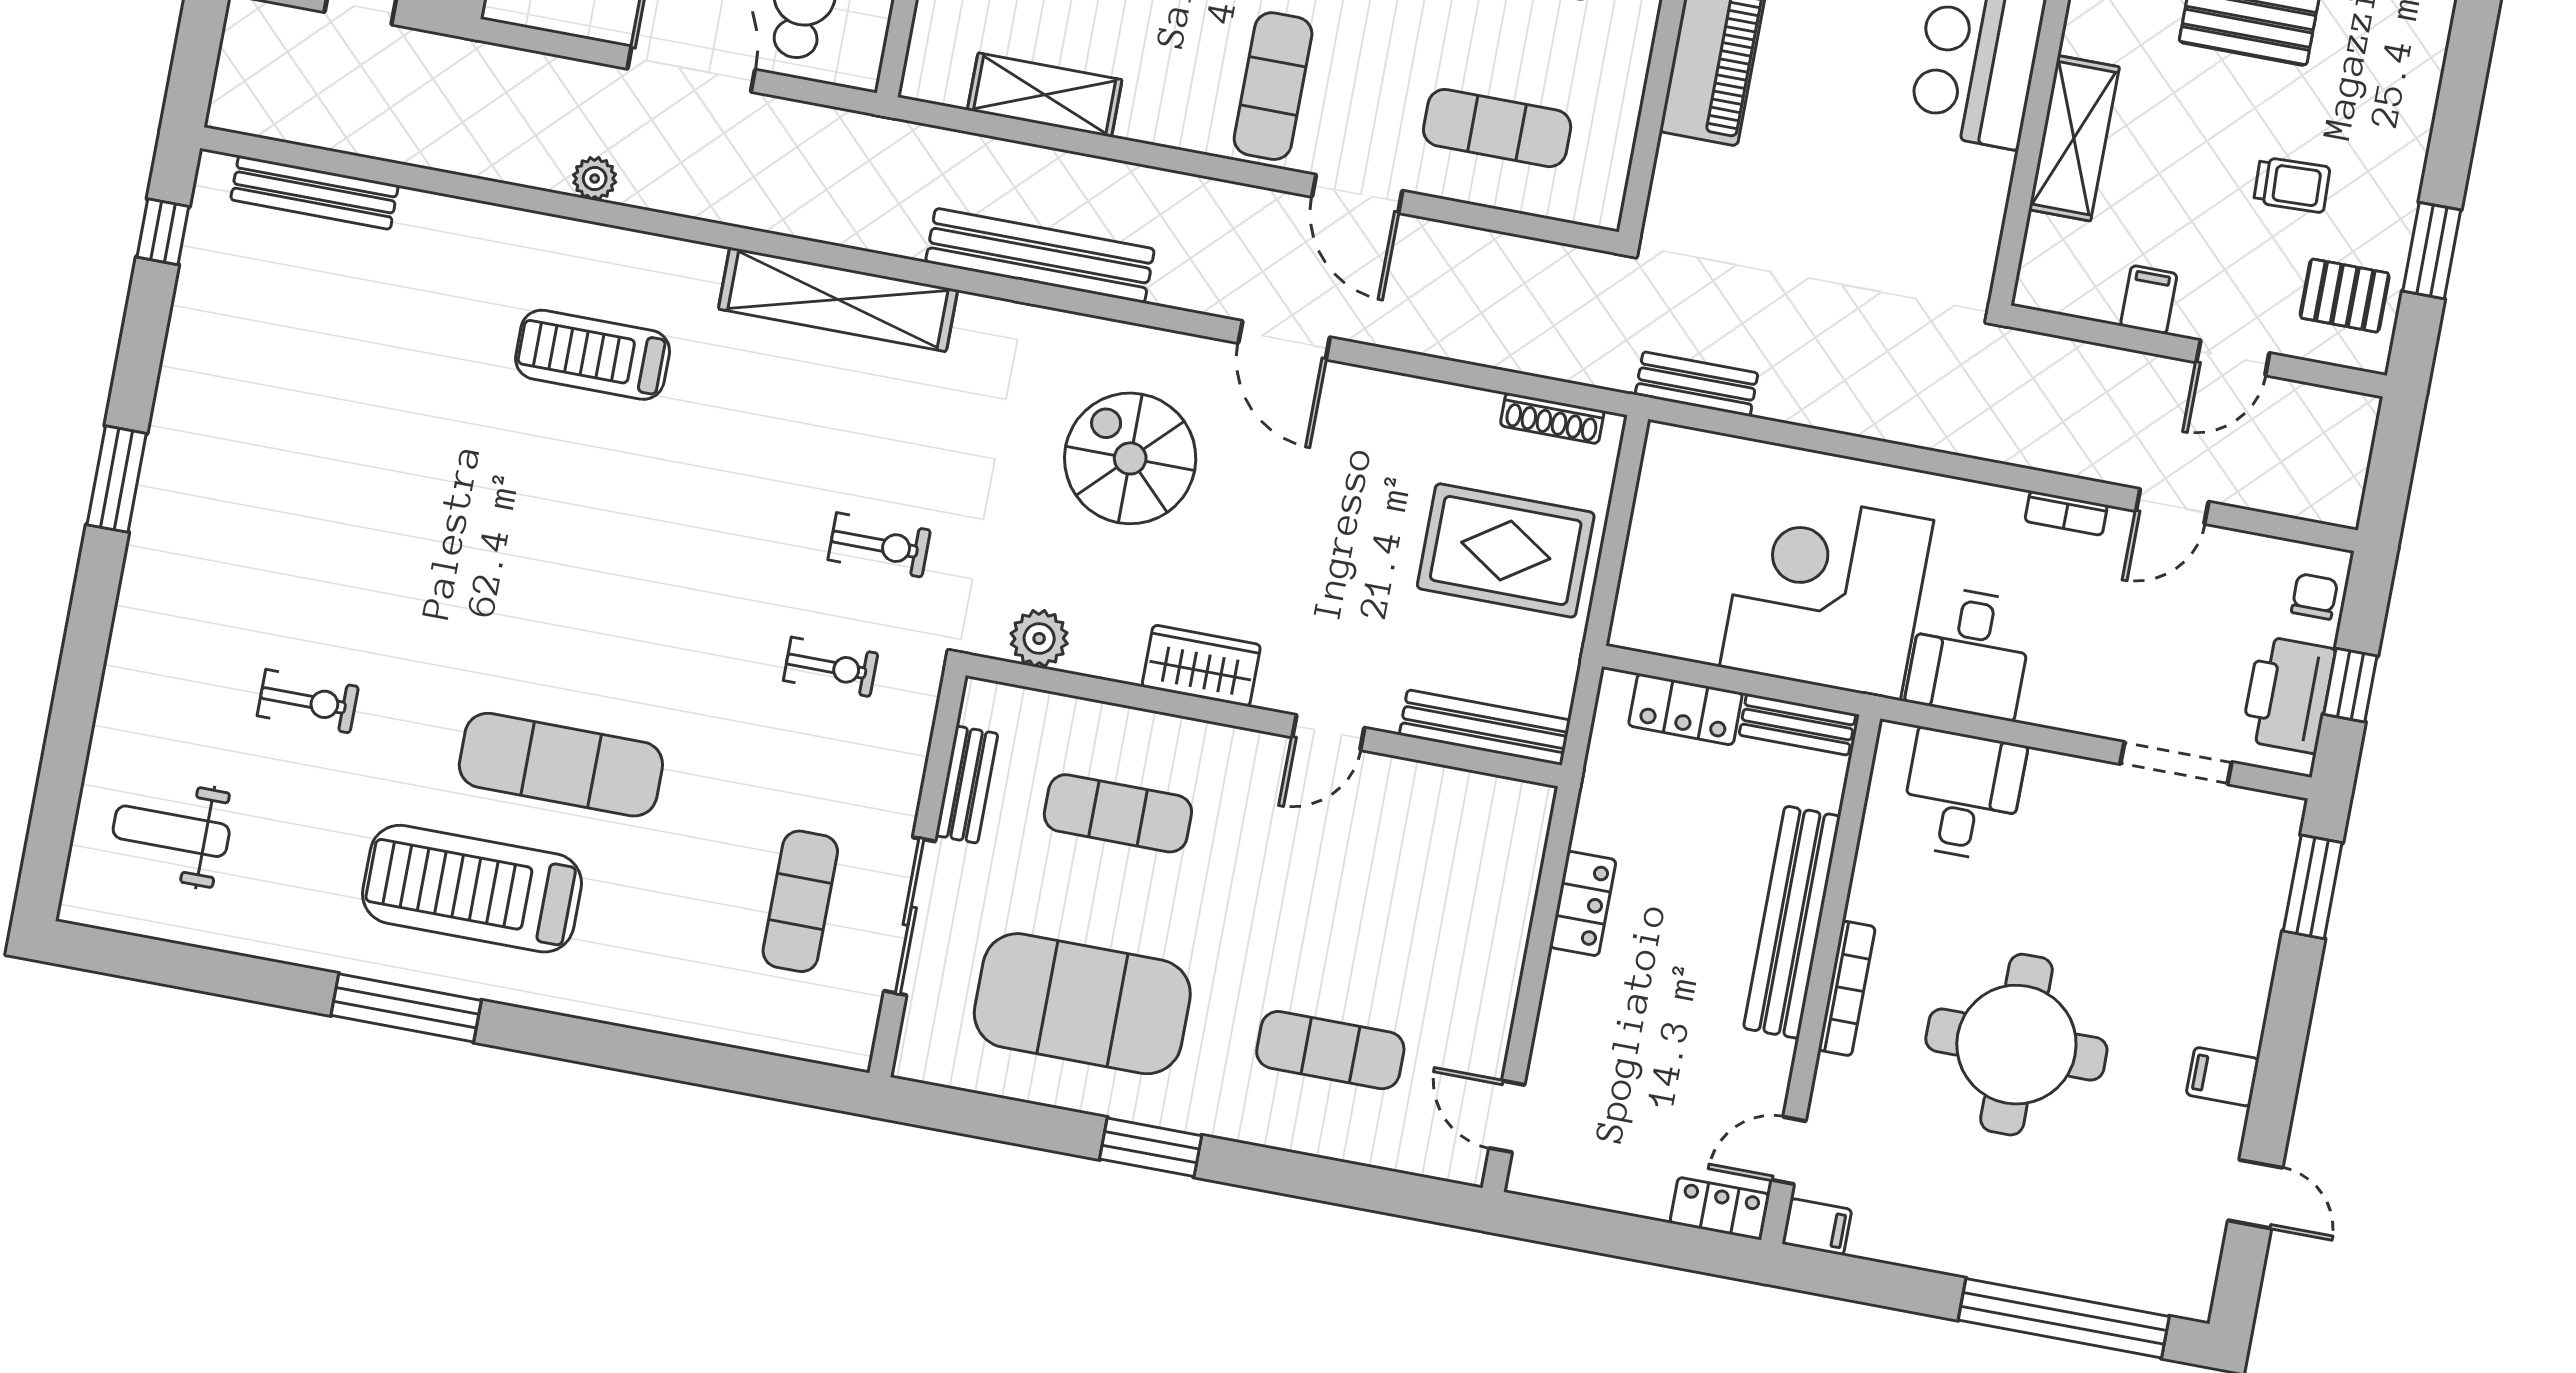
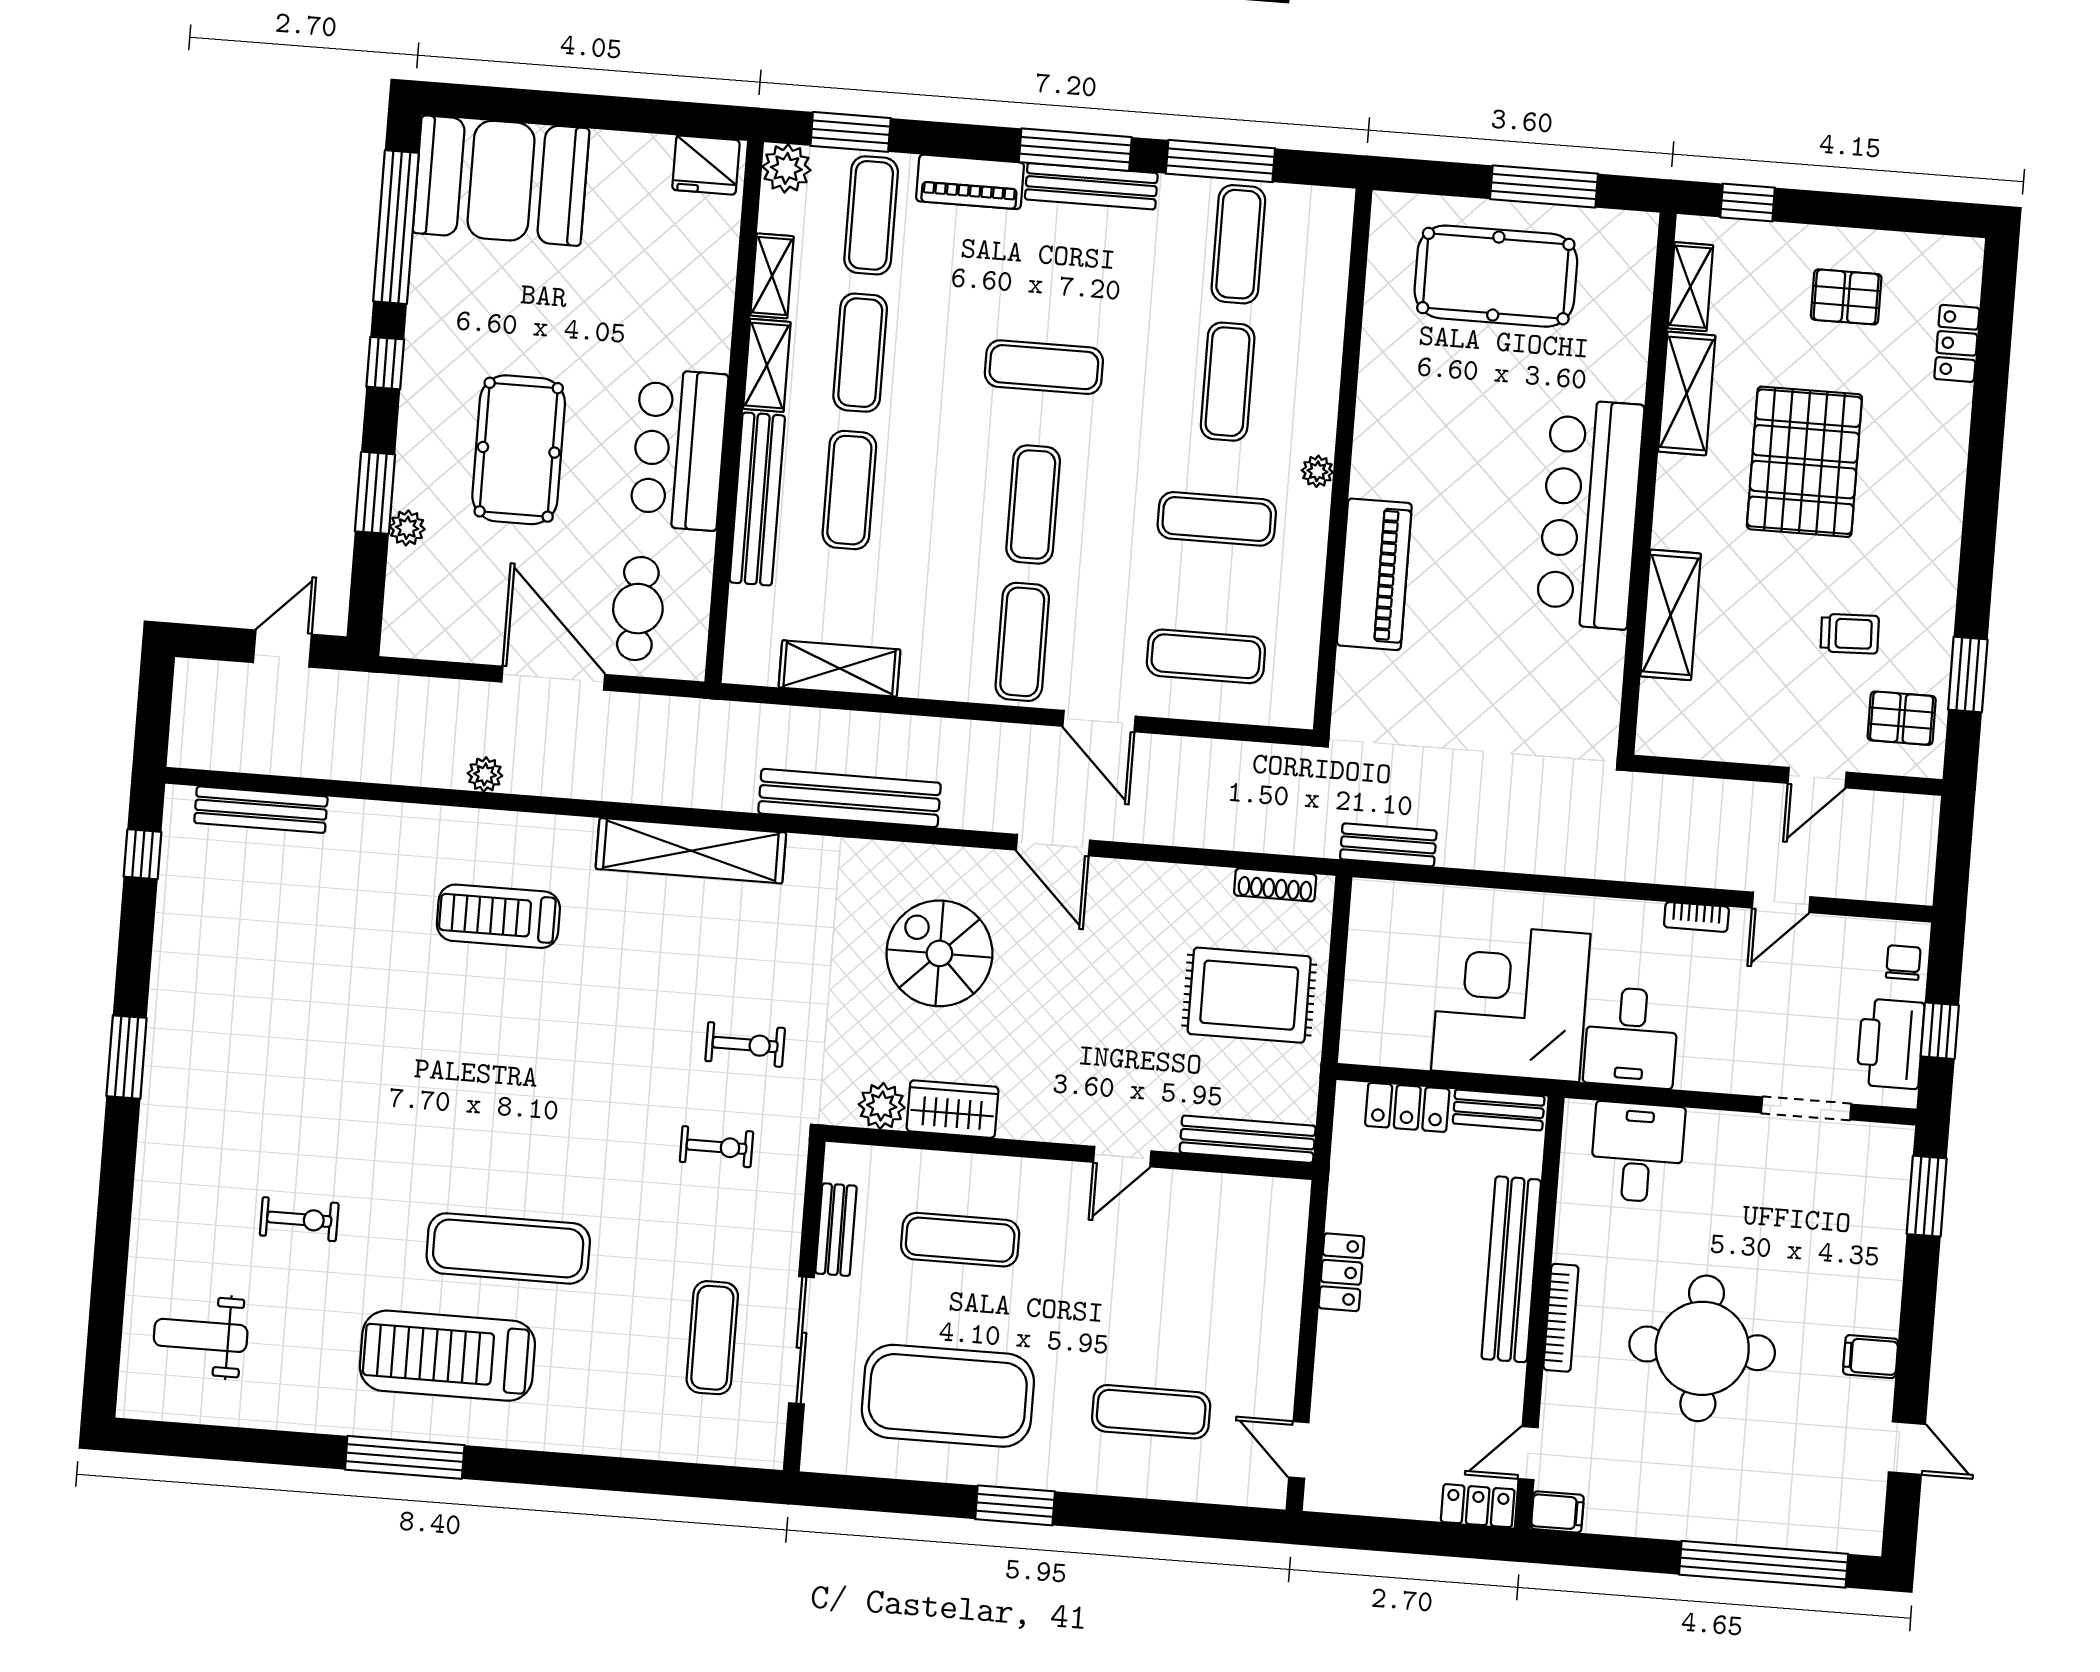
filing cabinet: (2149, 300) -> (1744, 738), removed
wardrobe: (1201, 666) -> (952, 1109), moved

